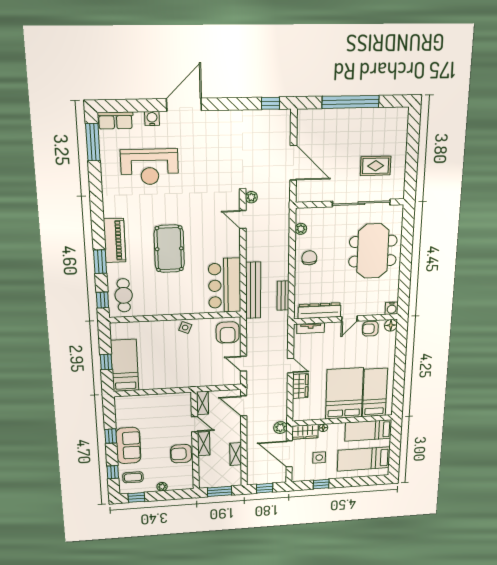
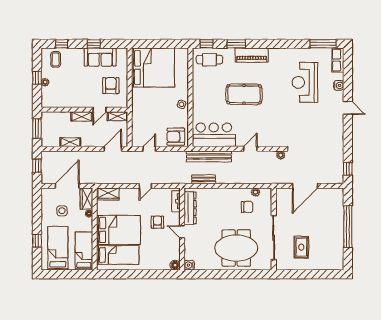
door: (184, 105) -> (348, 108), width x0.53
door: (243, 220) -> (250, 149), moved
chair: (309, 258) -> (247, 207), moved
armchair: (370, 329) -> (157, 222), moved
window: (106, 362) -> (157, 44), removed
bed: (125, 365) -> (153, 68), width x2.04
wardrobe: (300, 386) -> (109, 194), moved
plant: (280, 428) -> (92, 178), removed
sofa: (128, 446) -> (100, 57), moved
armchair: (181, 454) -> (111, 86), moved
window: (321, 484) -> (37, 241), moved
window: (136, 497) -> (37, 78), moved

